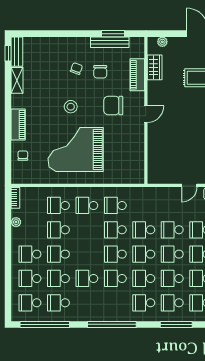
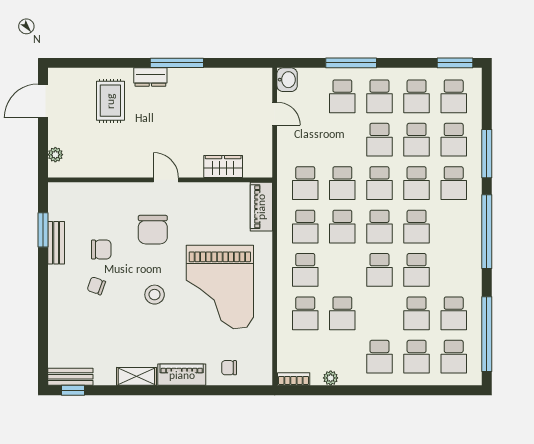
bench: (110, 42) -> (56, 243), width x0.73
wardrobe: (155, 67) -> (223, 166), moved
piano: (137, 75) -> (261, 207), moved, turned 90
shelving: (17, 80) -> (136, 376), moved
school desk: (172, 230) -> (305, 183), moved
school desk: (58, 254) -> (379, 270), moved
window: (176, 324) -> (487, 154), moved

